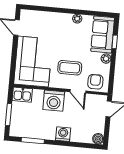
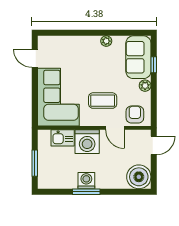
kitchen sink: (22, 95) -> (63, 138), moved
washing machine: (63, 134) -> (86, 181), moved
boiler: (98, 139) -> (139, 177), width x1.86, depth x1.86
window: (33, 141) -> (86, 192), moved

